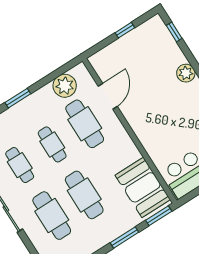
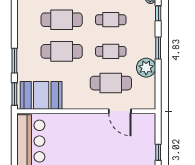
plant: (65, 86) -> (146, 68), moved

